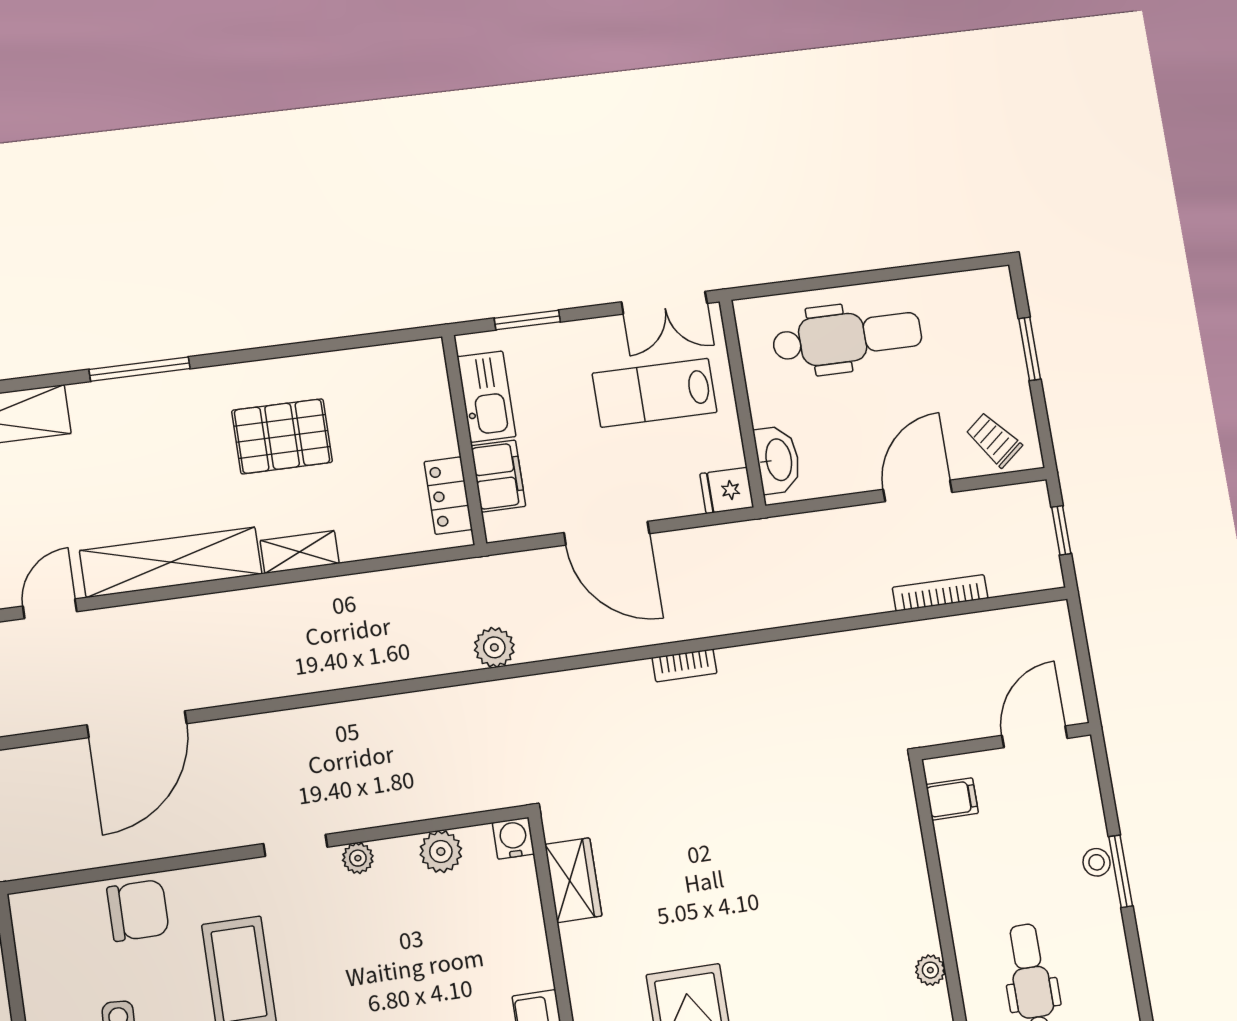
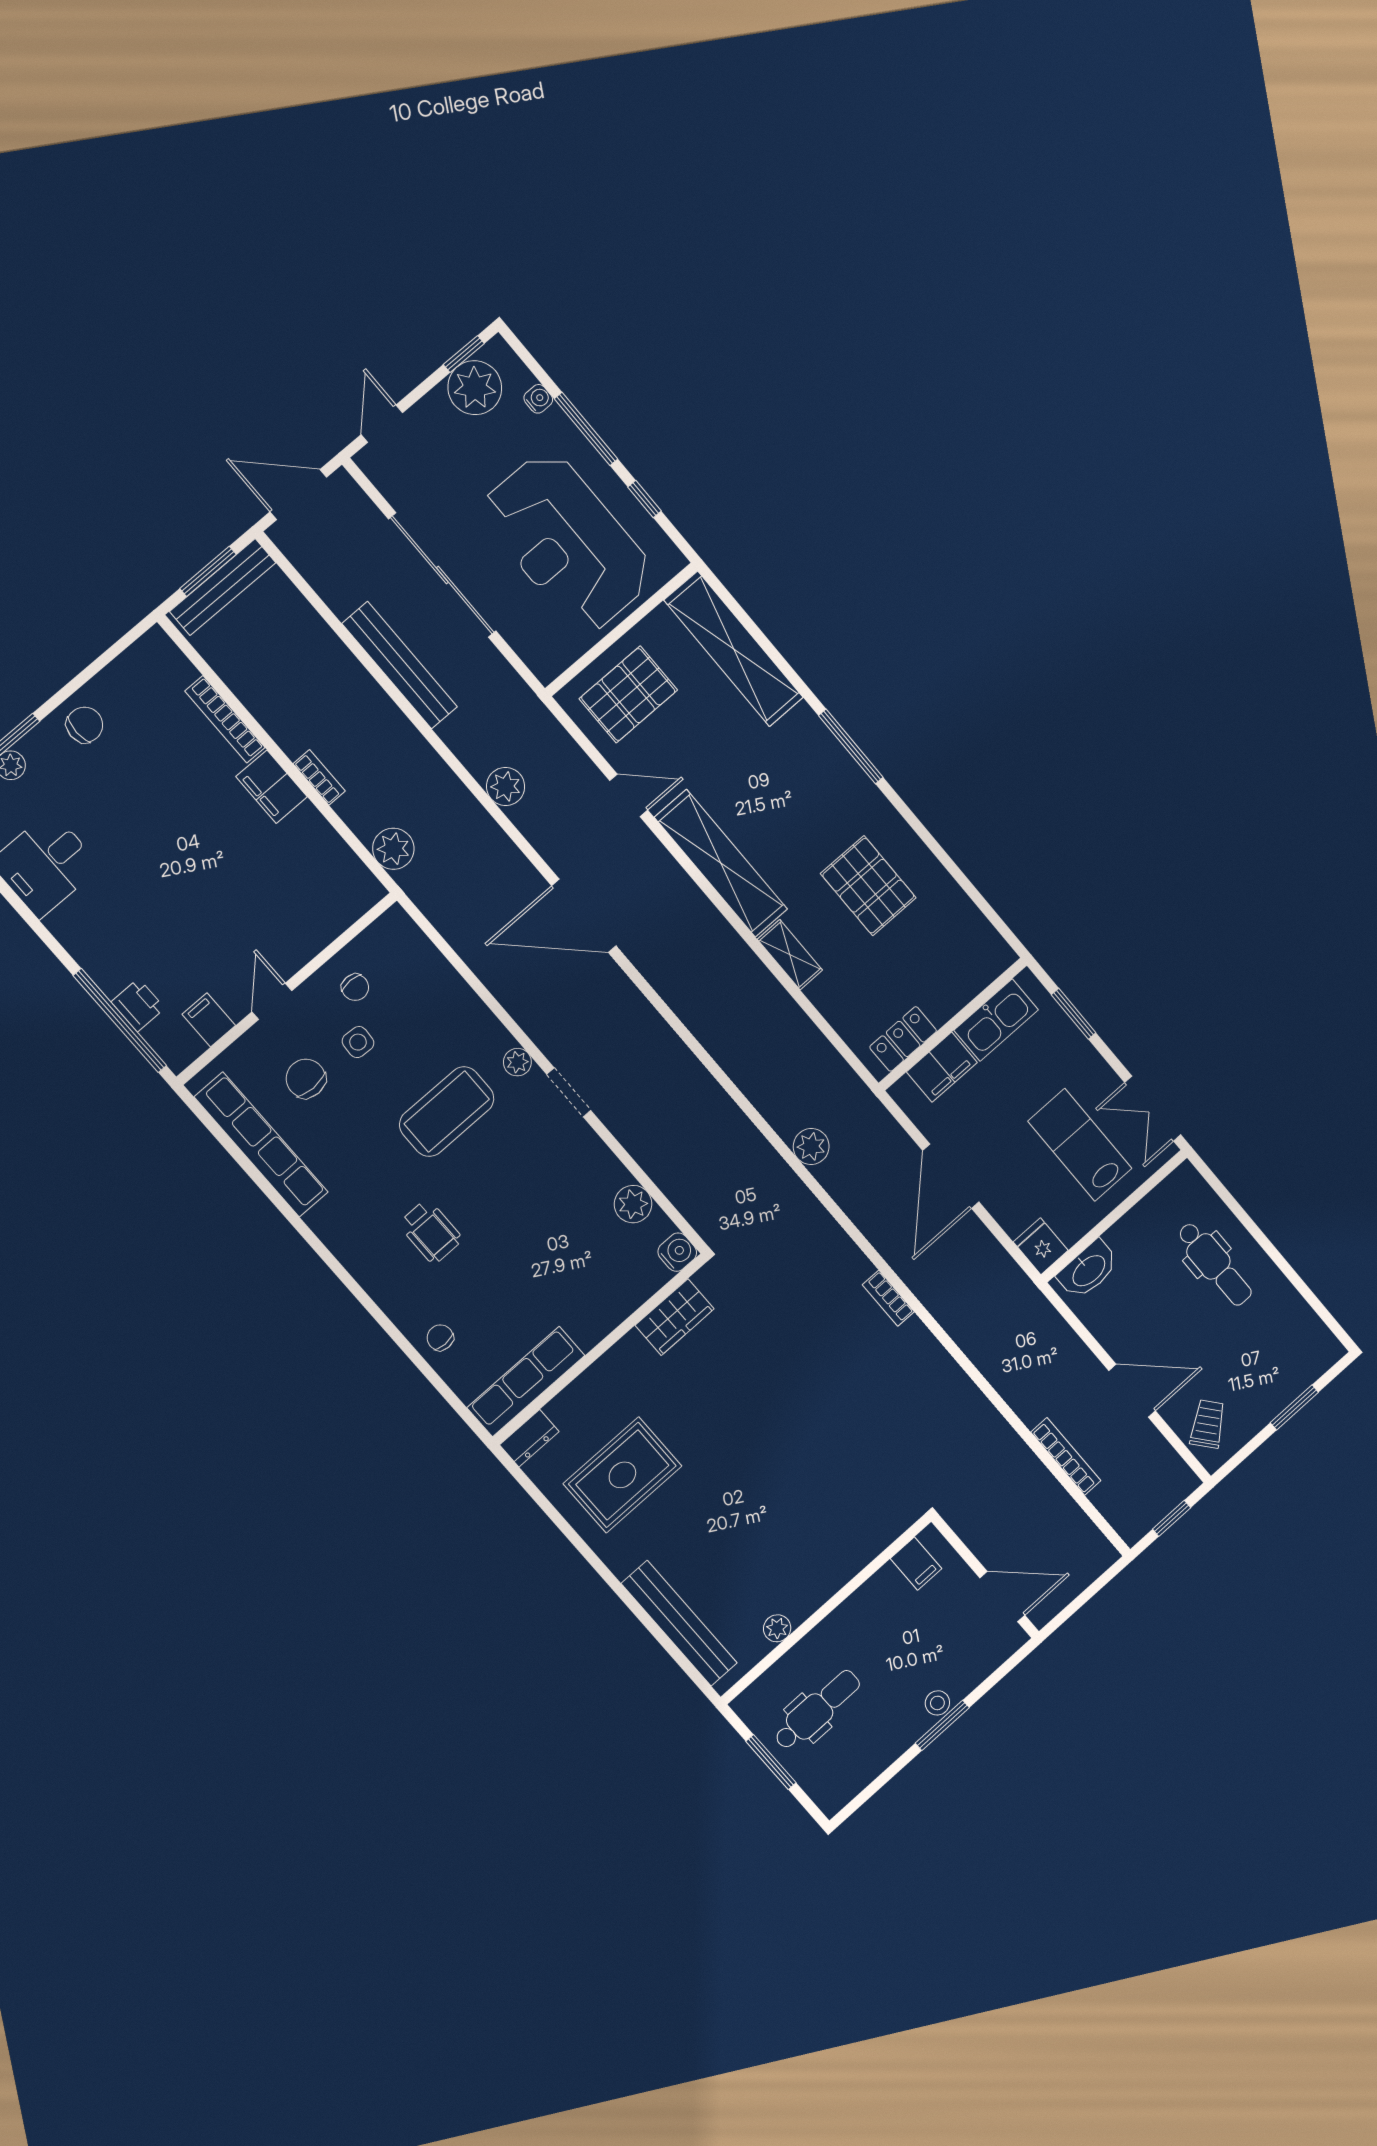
dental chair: (847, 338) -> (1215, 1264), width x0.73, depth x0.72
plant: (358, 858) -> (517, 1062), moved
chair: (138, 910) -> (355, 987), moved, width x0.54, depth x0.54

